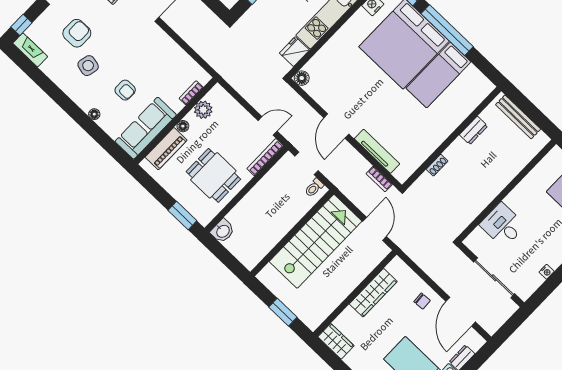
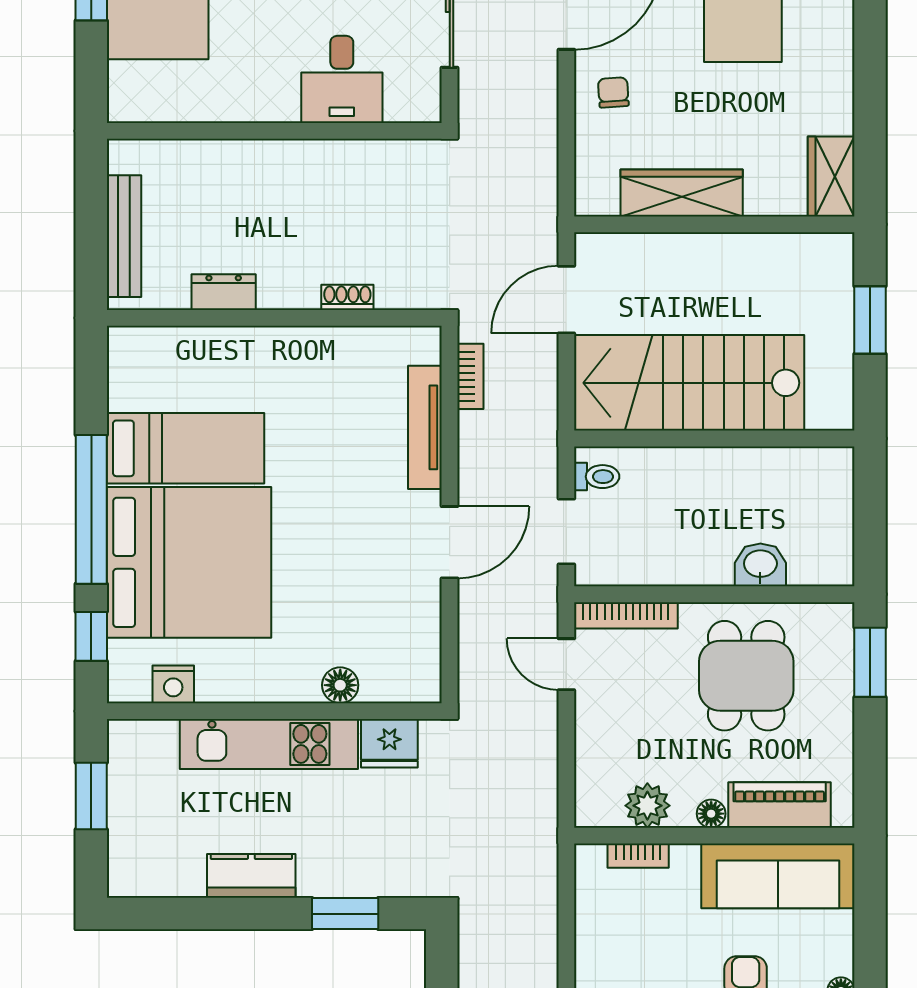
floor lamp: (302, 78) -> (340, 685), moved
washbasin: (223, 231) -> (760, 565), moved

